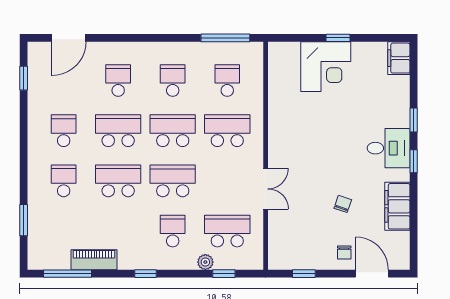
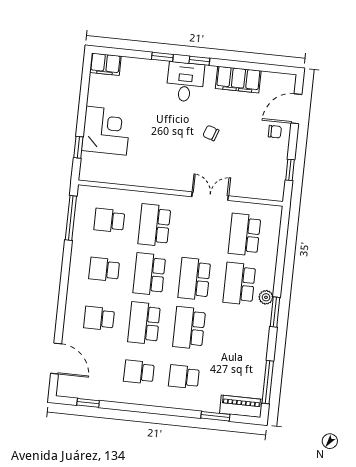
window: (338, 38) -> (78, 147), moved
chair: (343, 204) -> (211, 133), moved
school desk: (173, 231) -> (239, 284), width x1.85
piano: (94, 260) -> (241, 406), moved, turned 90
plant: (205, 262) -> (266, 297), moved
window: (146, 274) -> (275, 312), width x1.50
window: (224, 274) -> (282, 242), removed

